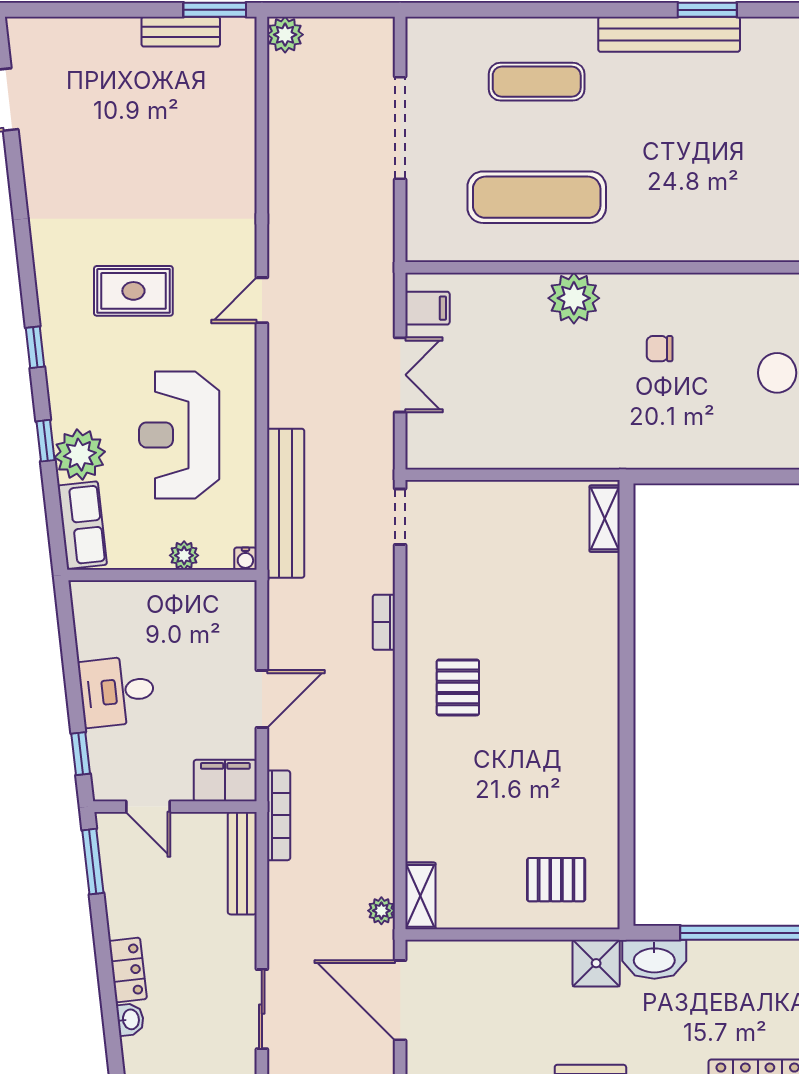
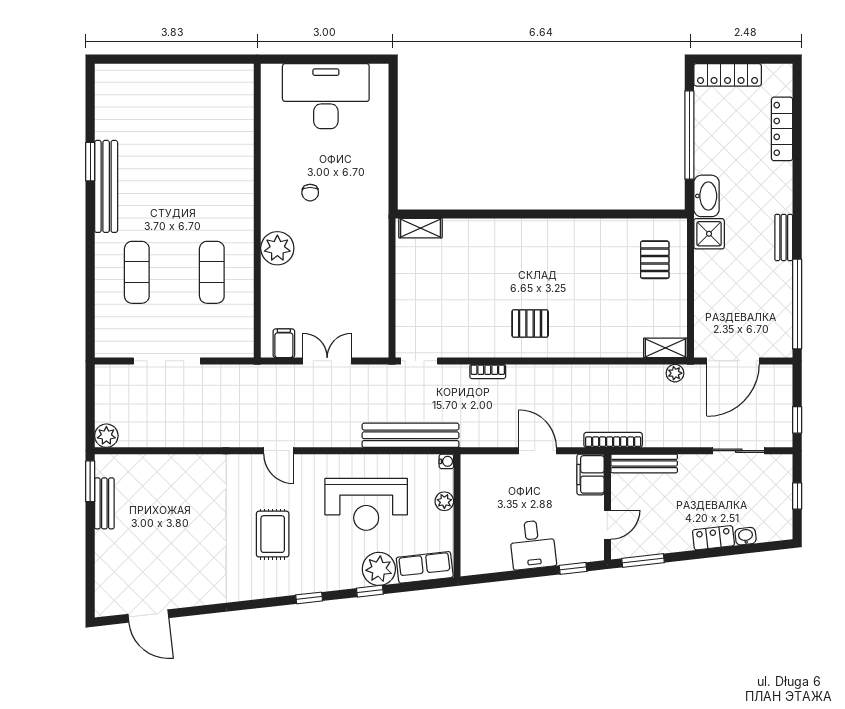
exercise mat: (537, 197) -> (212, 272), width x0.73, depth x0.69

